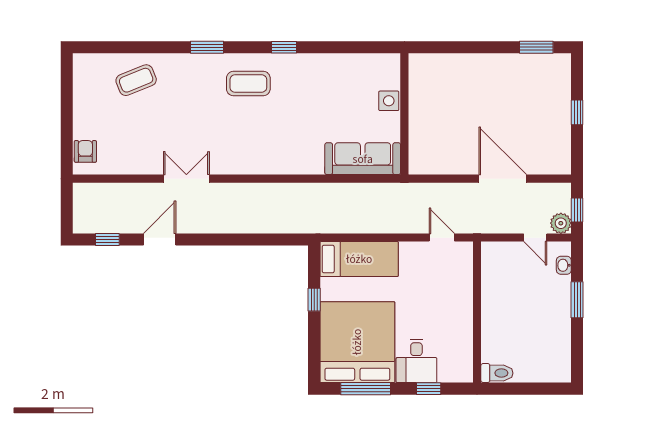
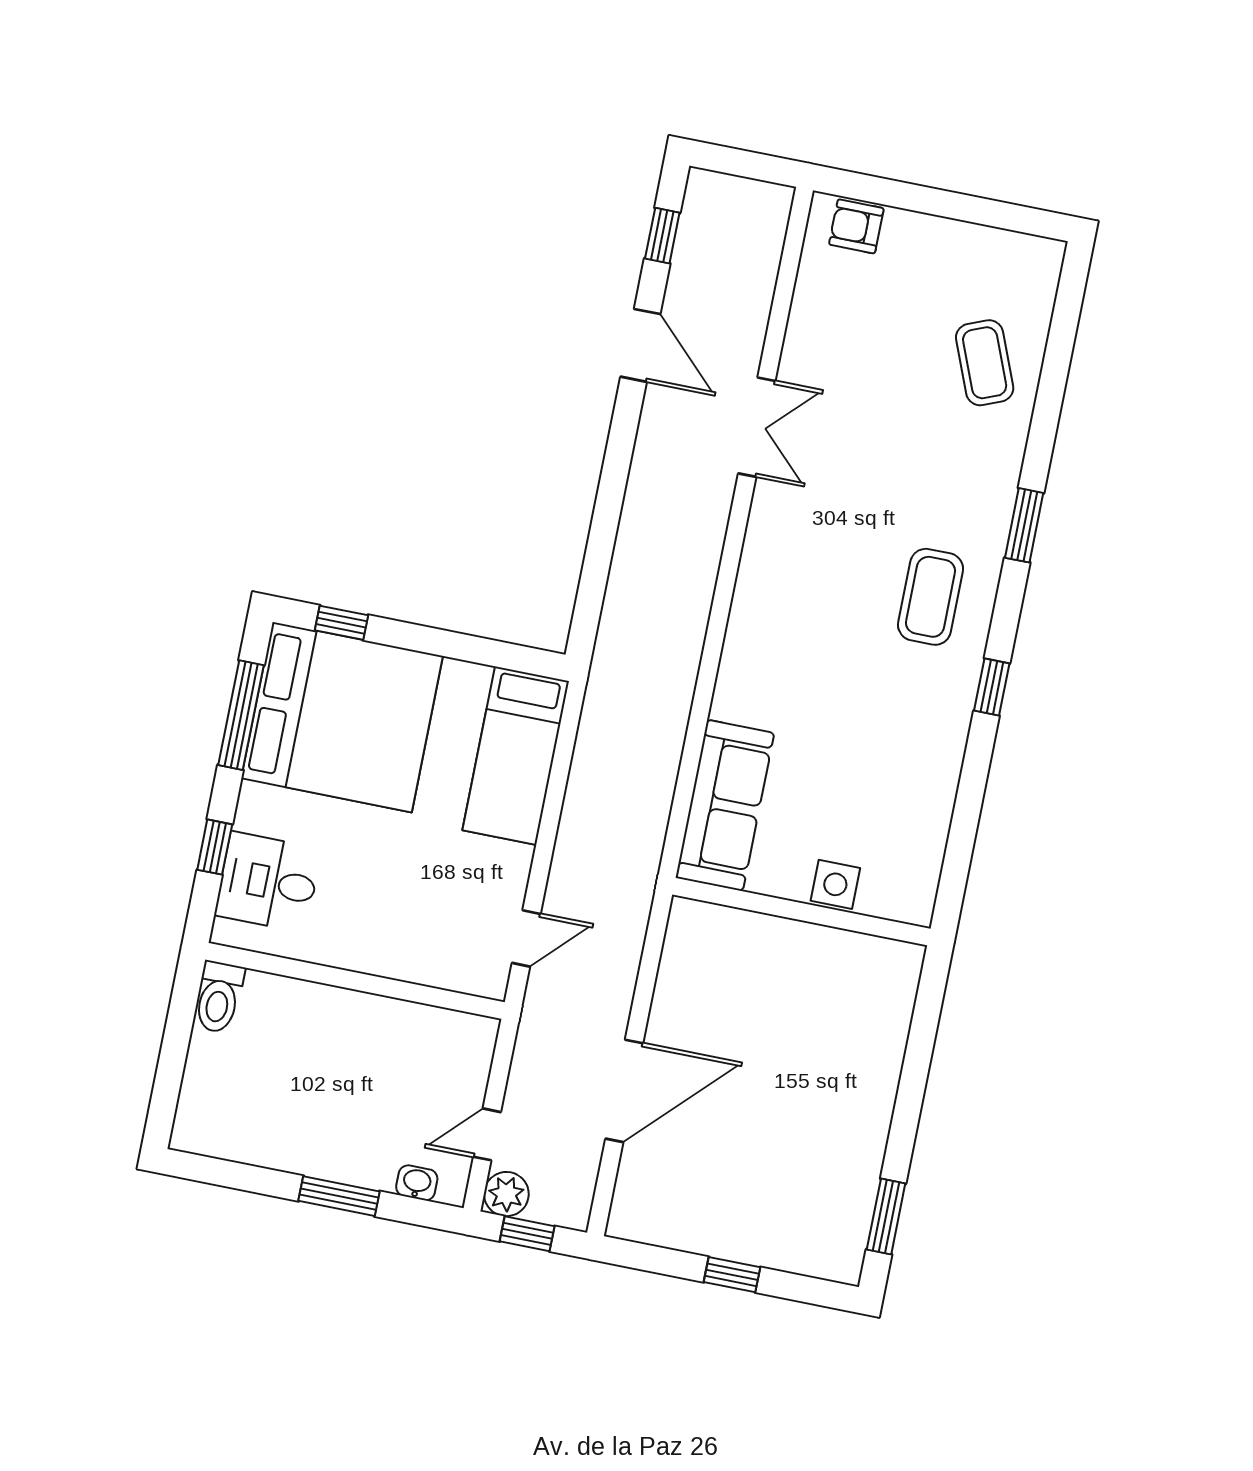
armchair: (85, 151) -> (856, 226), turned 180
window: (314, 300) -> (341, 623), moved
desk: (416, 361) -> (268, 882), moved

